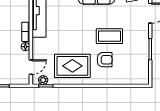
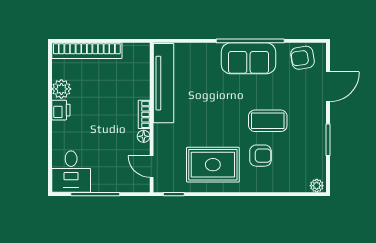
door: (31, 67) -> (152, 167), swing flipped
plant: (43, 80) -> (317, 186), moved

